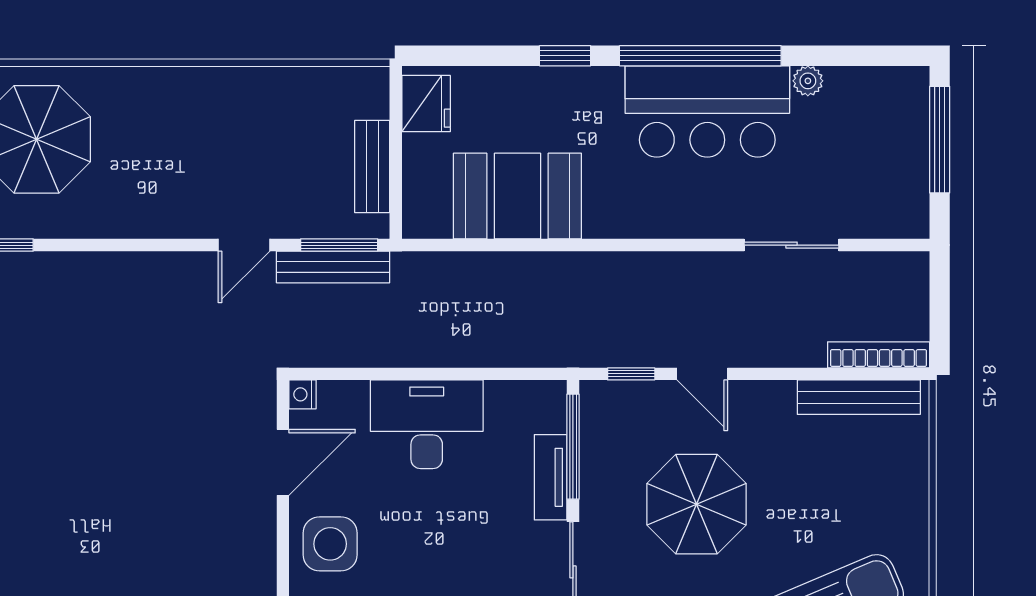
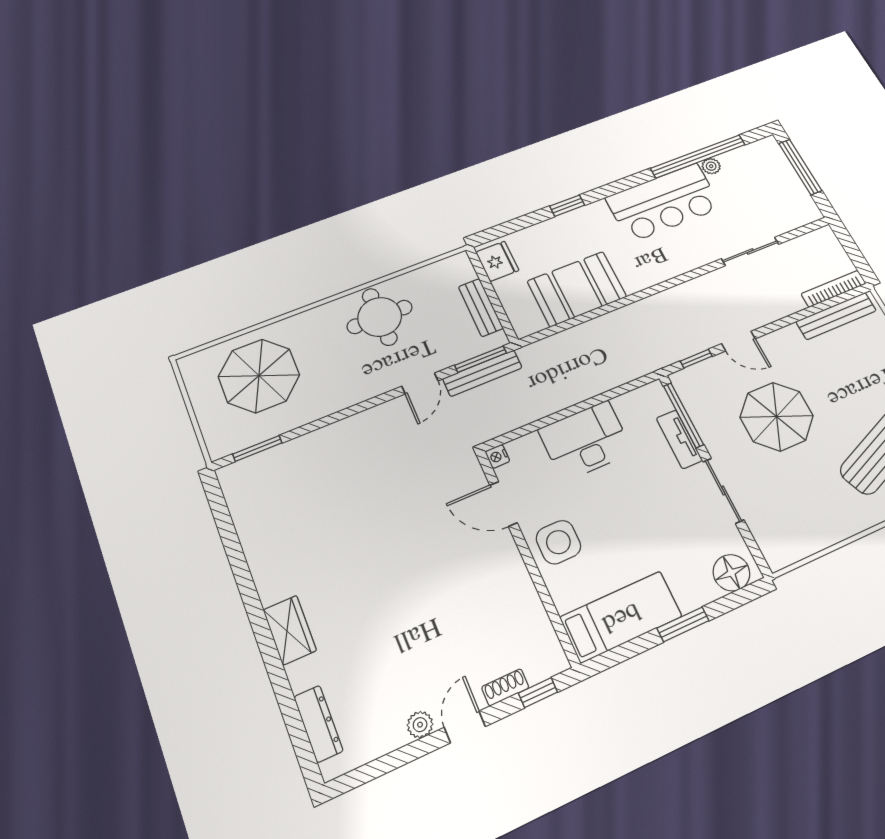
window: (700, 56) -> (698, 156), moved
round table: (229, 120) -> (380, 317), added
door: (283, 462) -> (503, 504), swing flipped

